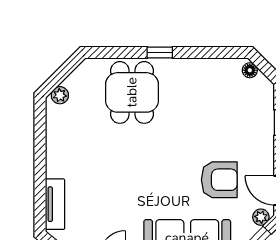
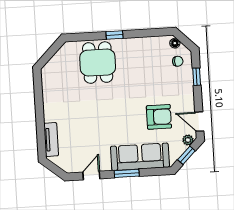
plant: (60, 95) -> (50, 67), removed
chair: (253, 98) -> (178, 61), added

